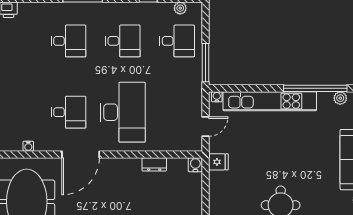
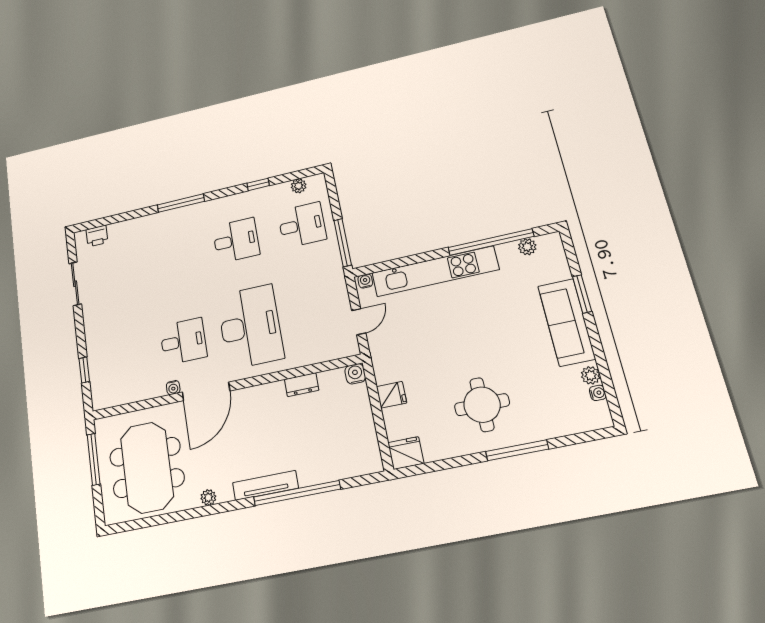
desk: (68, 41) -> (171, 255), removed
water cooler: (28, 146) -> (173, 388), moved
fridge: (218, 162) -> (391, 395), moved

